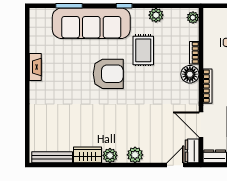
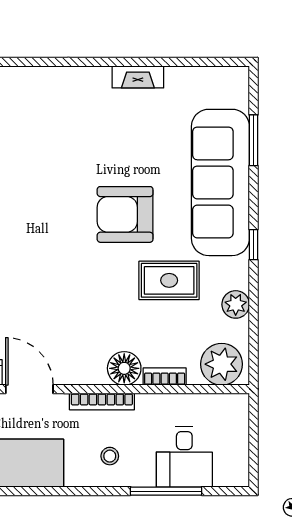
plant: (193, 17) -> (222, 364), width x1.88, depth x1.88
armchair: (108, 74) -> (125, 214), turned 90
door: (201, 125) -> (29, 389), hinge flipped

